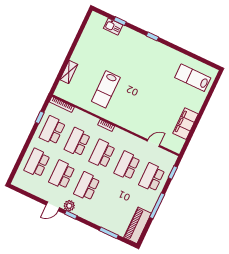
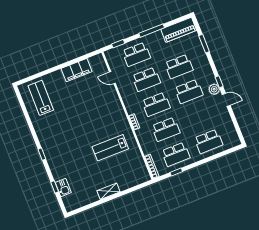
shelving: (69, 72) -> (109, 191), moved
lab bench: (193, 78) -> (41, 98), turned 180
lab bench: (106, 89) -> (110, 148), turned 180
school desk: (62, 175) -> (179, 66), moved

